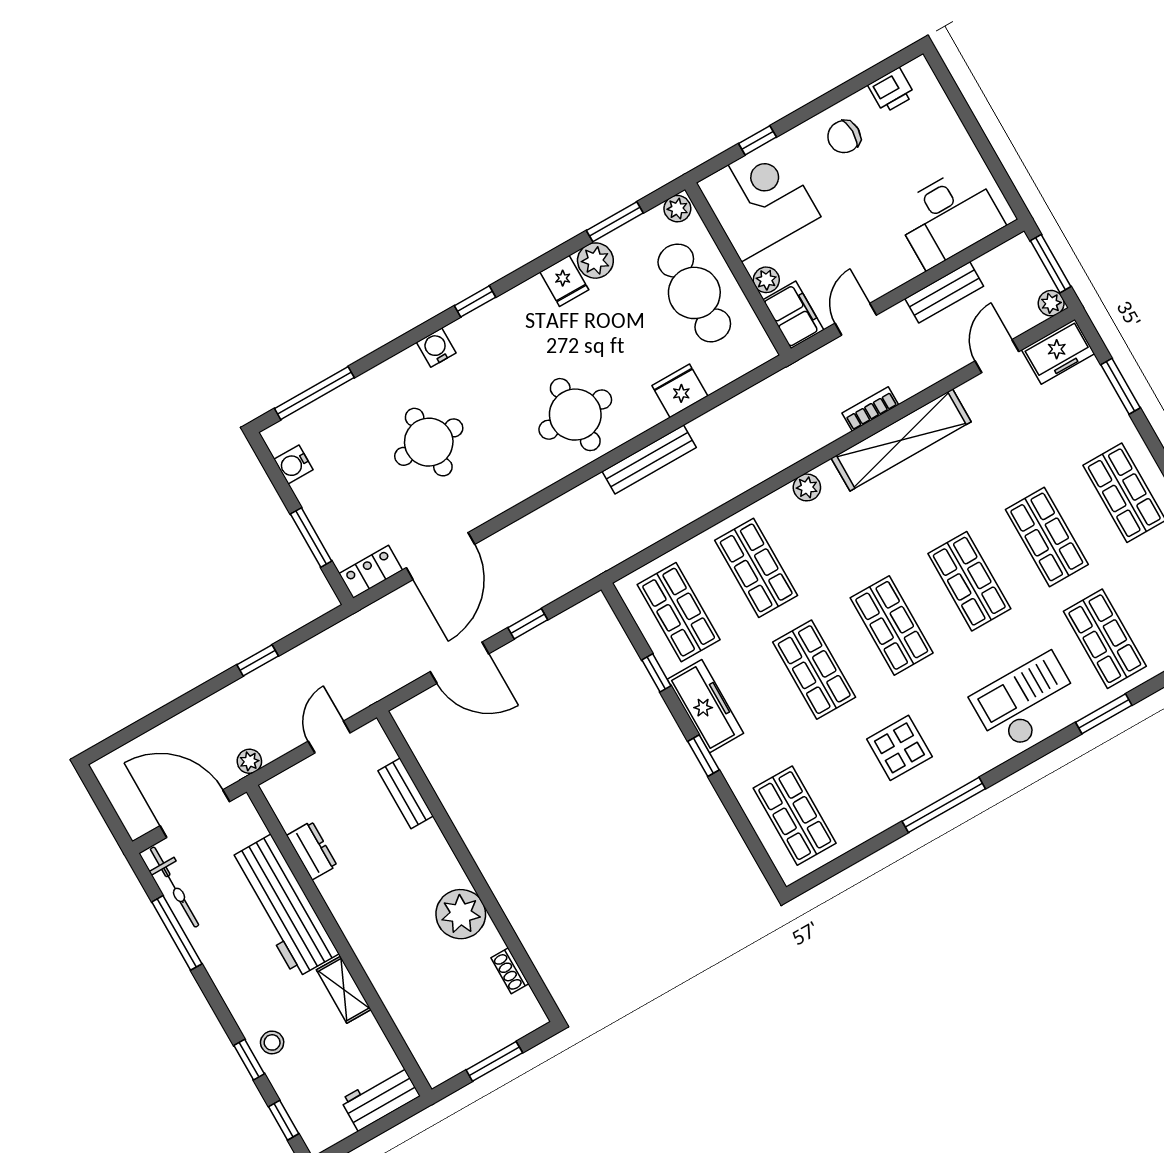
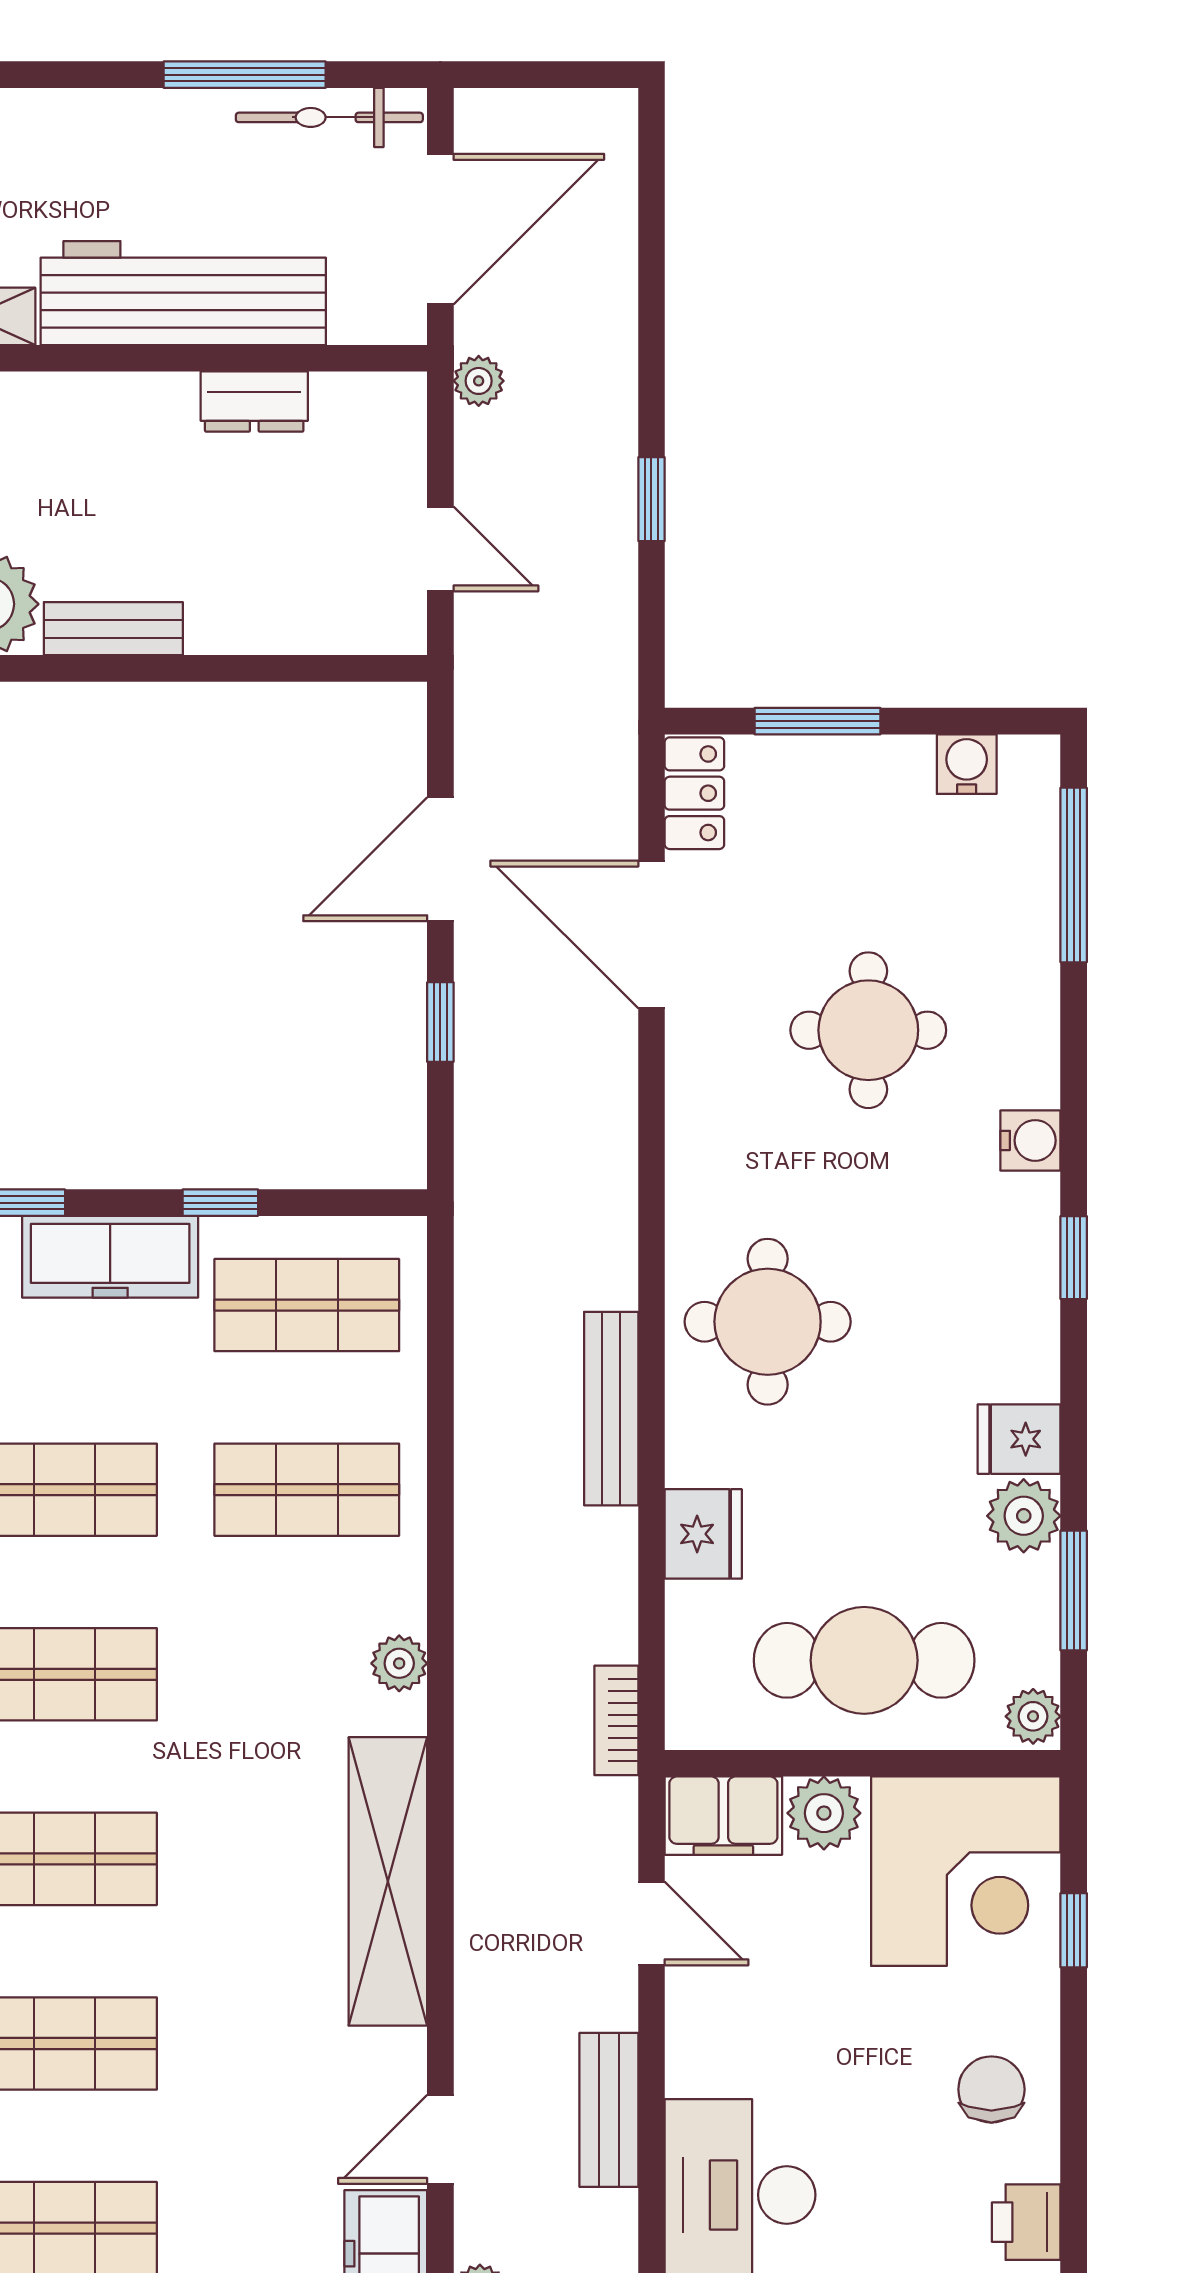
plant: (766, 280) -> (824, 1813), width x1.38, depth x1.38
door: (997, 356) -> (440, 2139), swing flipped
bookcase: (870, 409) -> (616, 1720), moved, turned 180
bench: (406, 793) -> (113, 629), moved

